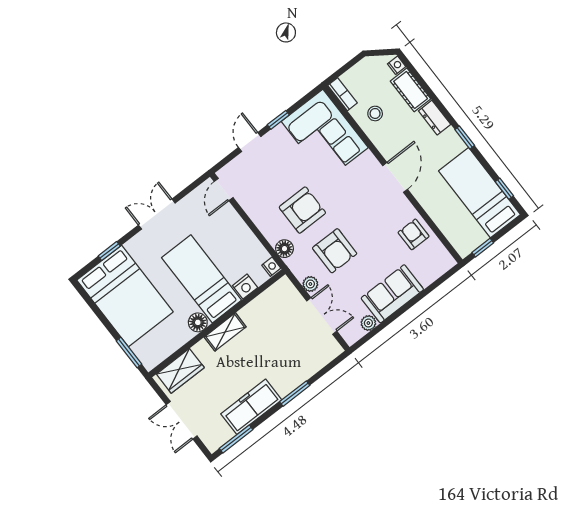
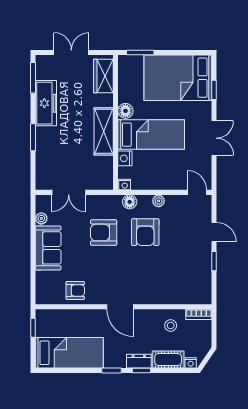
corner sofa: (325, 135) -> (182, 283), removed
window: (504, 189) -> (141, 370), moved
plant: (310, 284) -> (159, 201), moved
shelving: (225, 332) -> (104, 131), width x1.50, depth x1.33

